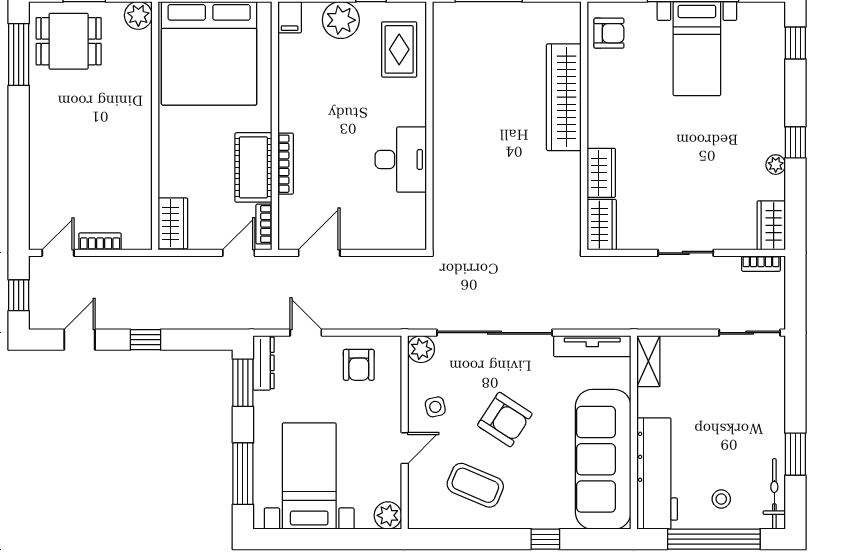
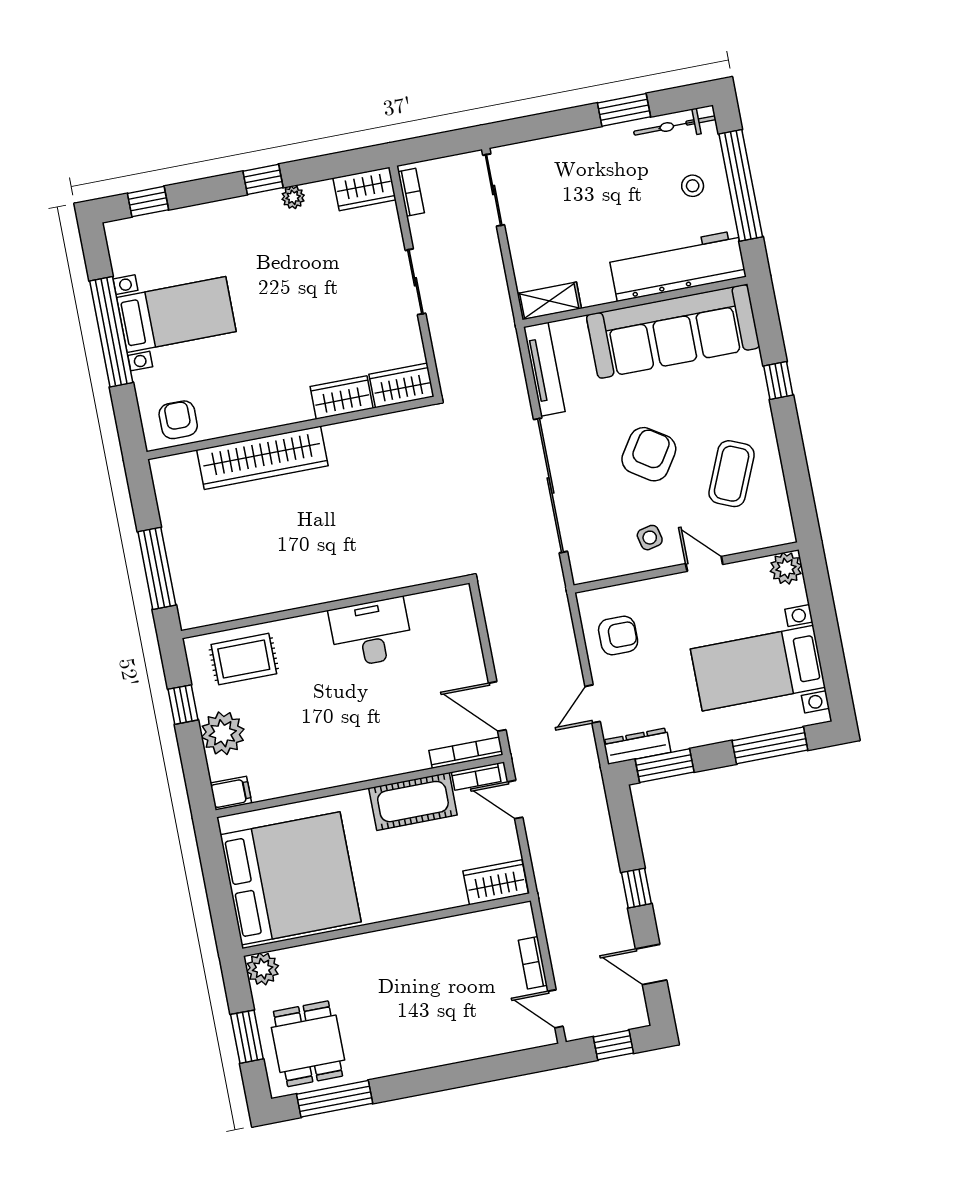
bookcase: (286, 164) -> (466, 753), moved
plant: (421, 349) -> (586, 567), removed

